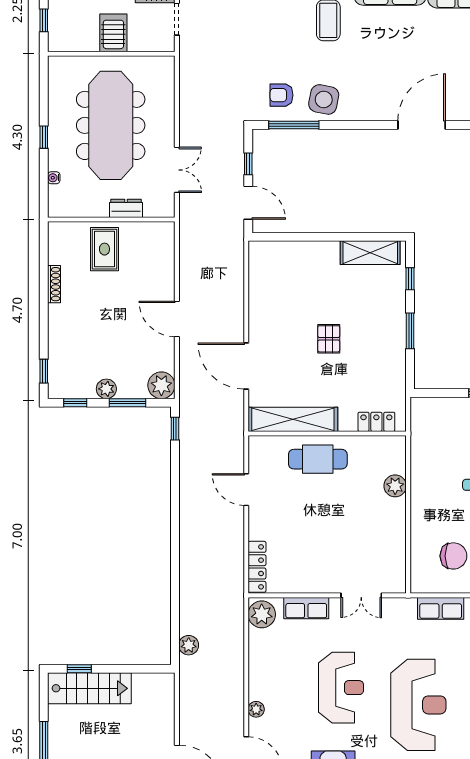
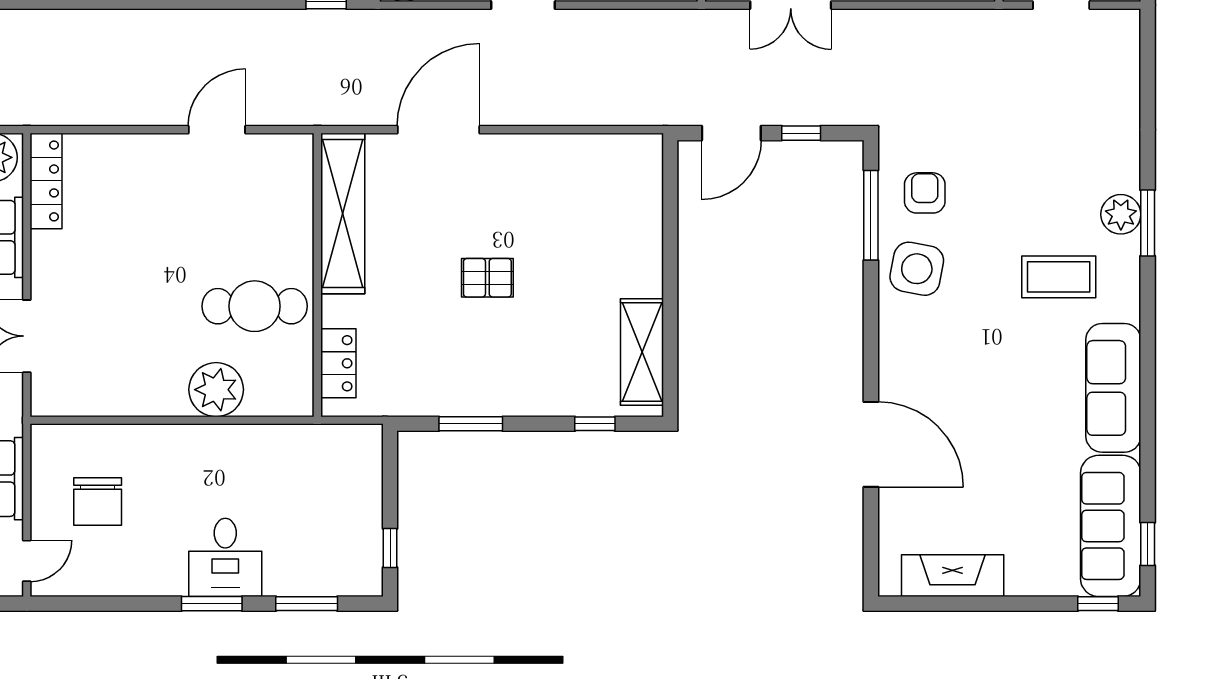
window: (410, 331) -> (471, 424), moved
cafe table: (318, 459) -> (255, 306), moved, turned 90
plant: (395, 486) -> (216, 390), width x1.36, depth x1.36
locker: (257, 567) -> (46, 181), moved, turned -90

